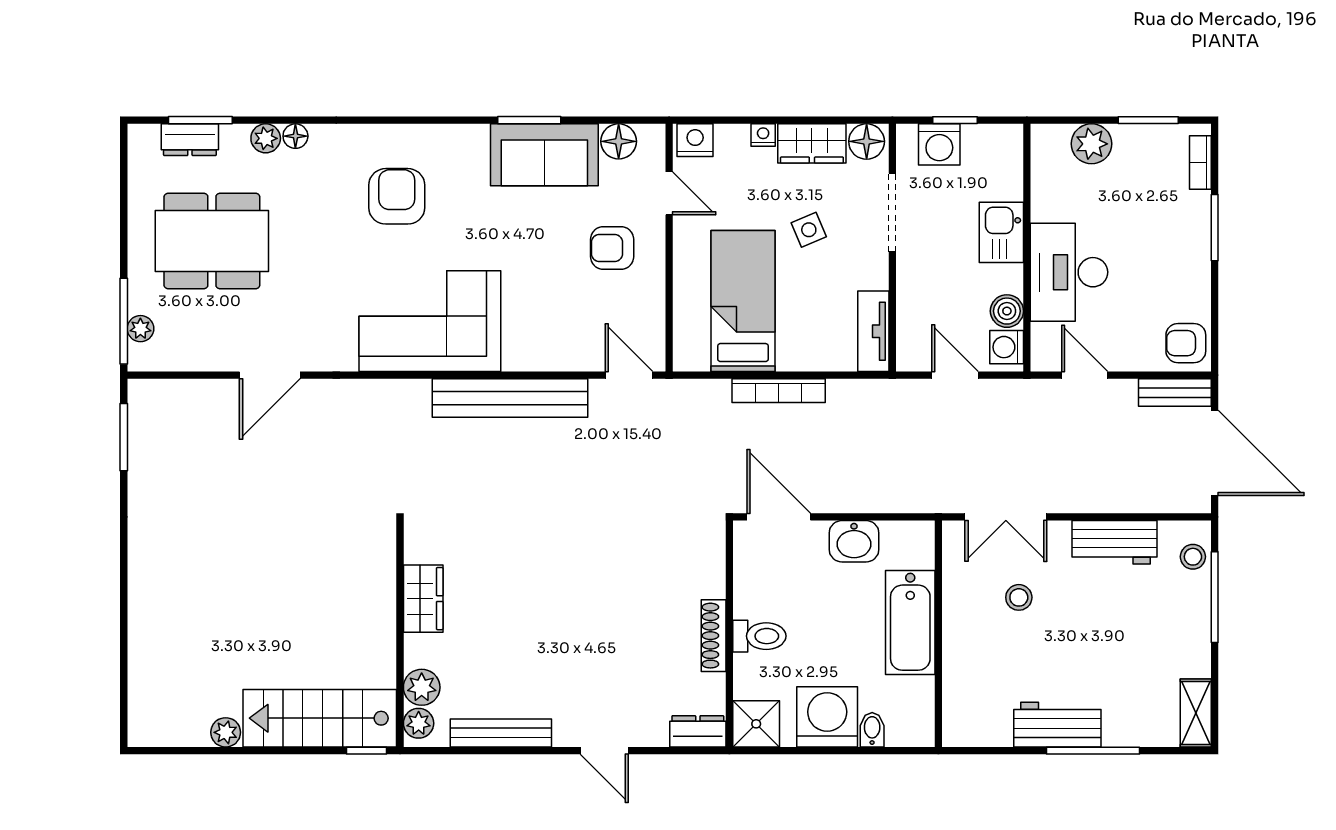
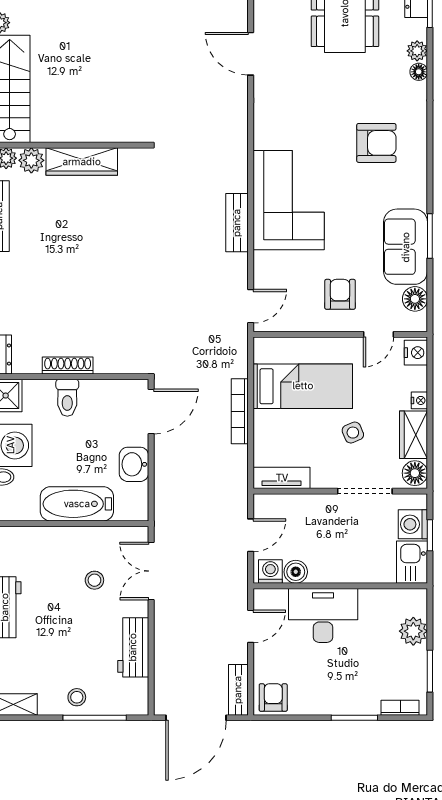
kitchen sink: (1001, 232) -> (412, 562), moved, turned -90
corner sofa: (430, 321) -> (289, 200), moved
bench: (510, 398) -> (237, 223), width x0.54, depth x0.82
stool: (1193, 557) -> (77, 697), moved
wardrobe: (423, 599) -> (82, 162), width x1.50

